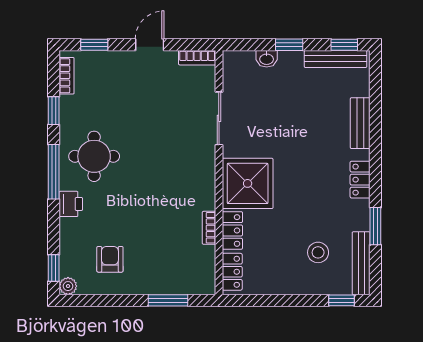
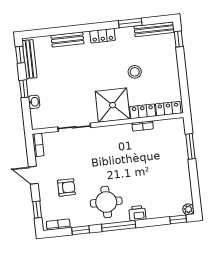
stool: (318, 252) -> (135, 72), moved
armchair: (110, 259) -> (66, 187), moved, turned 180

